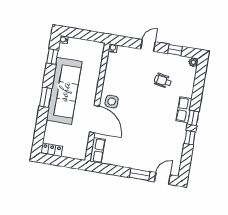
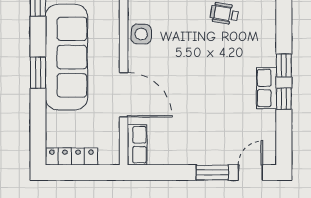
side table: (112, 102) -> (141, 34), moved
row of seats: (184, 110) -> (267, 88), moved
locker: (52, 150) -> (71, 156), width x1.53

